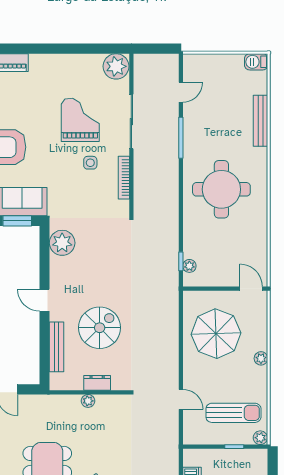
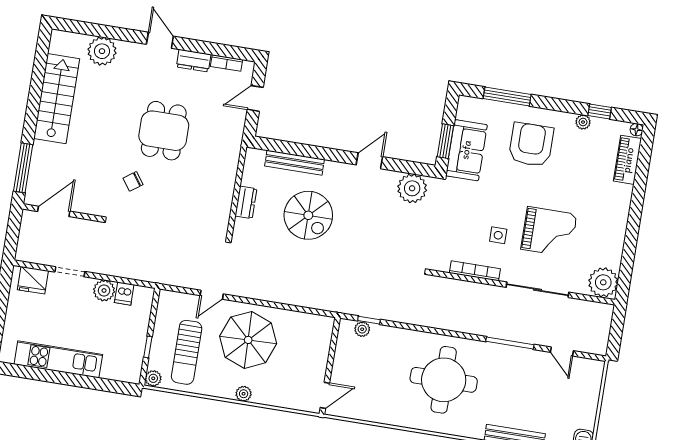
door: (45, 300) -> (369, 161), moved
parasol: (216, 334) -> (248, 340), moved
plant: (88, 401) -> (227, 189), removed

